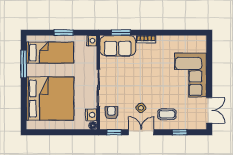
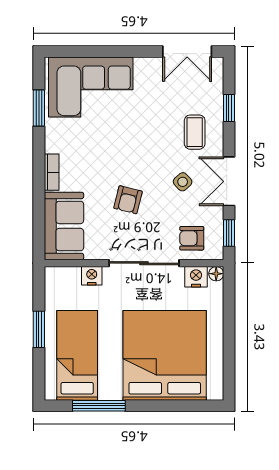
window: (121, 33) -> (39, 108), moved
nightstand: (92, 41) -> (92, 276), moved
corner sofa: (191, 75) -> (91, 87), moved
armchair: (132, 79) -> (128, 200), added
double door: (209, 110) -> (187, 51), swing flipped

